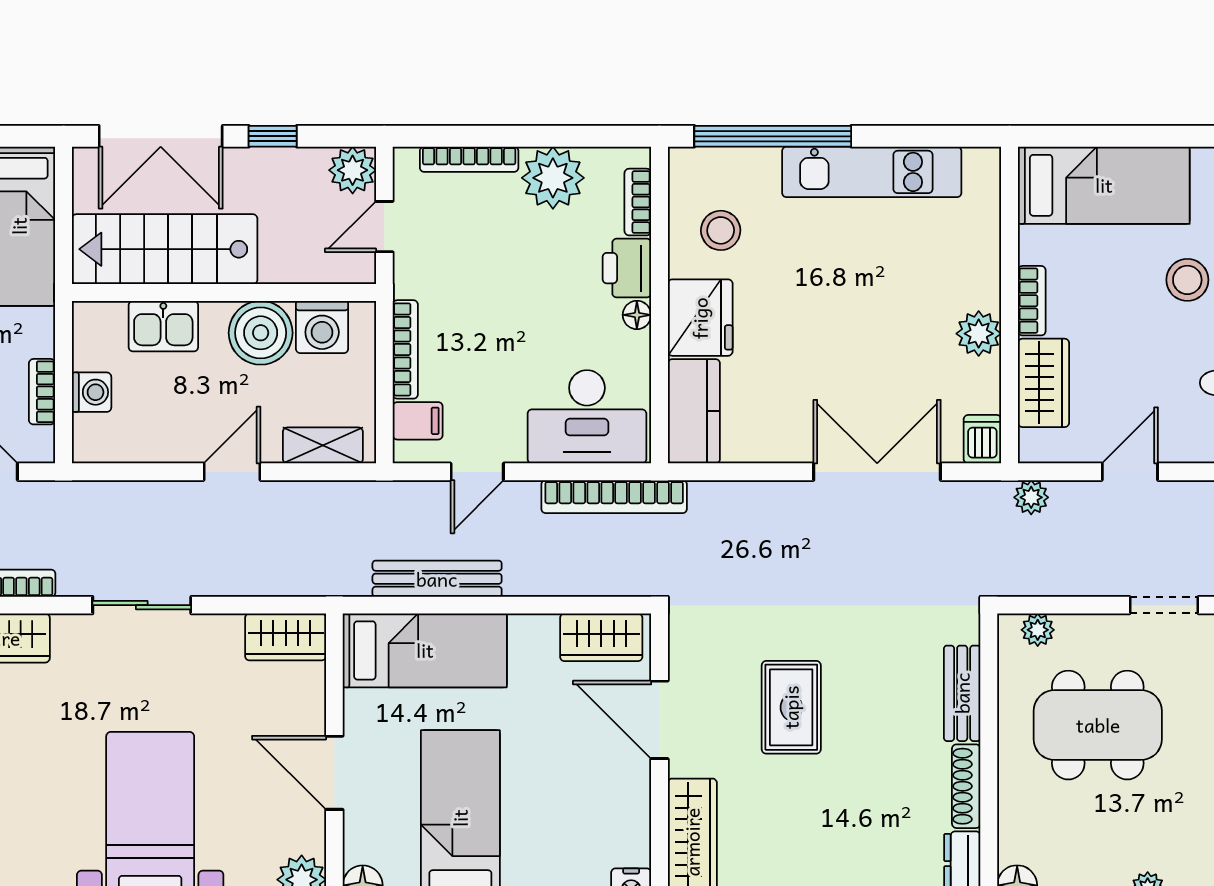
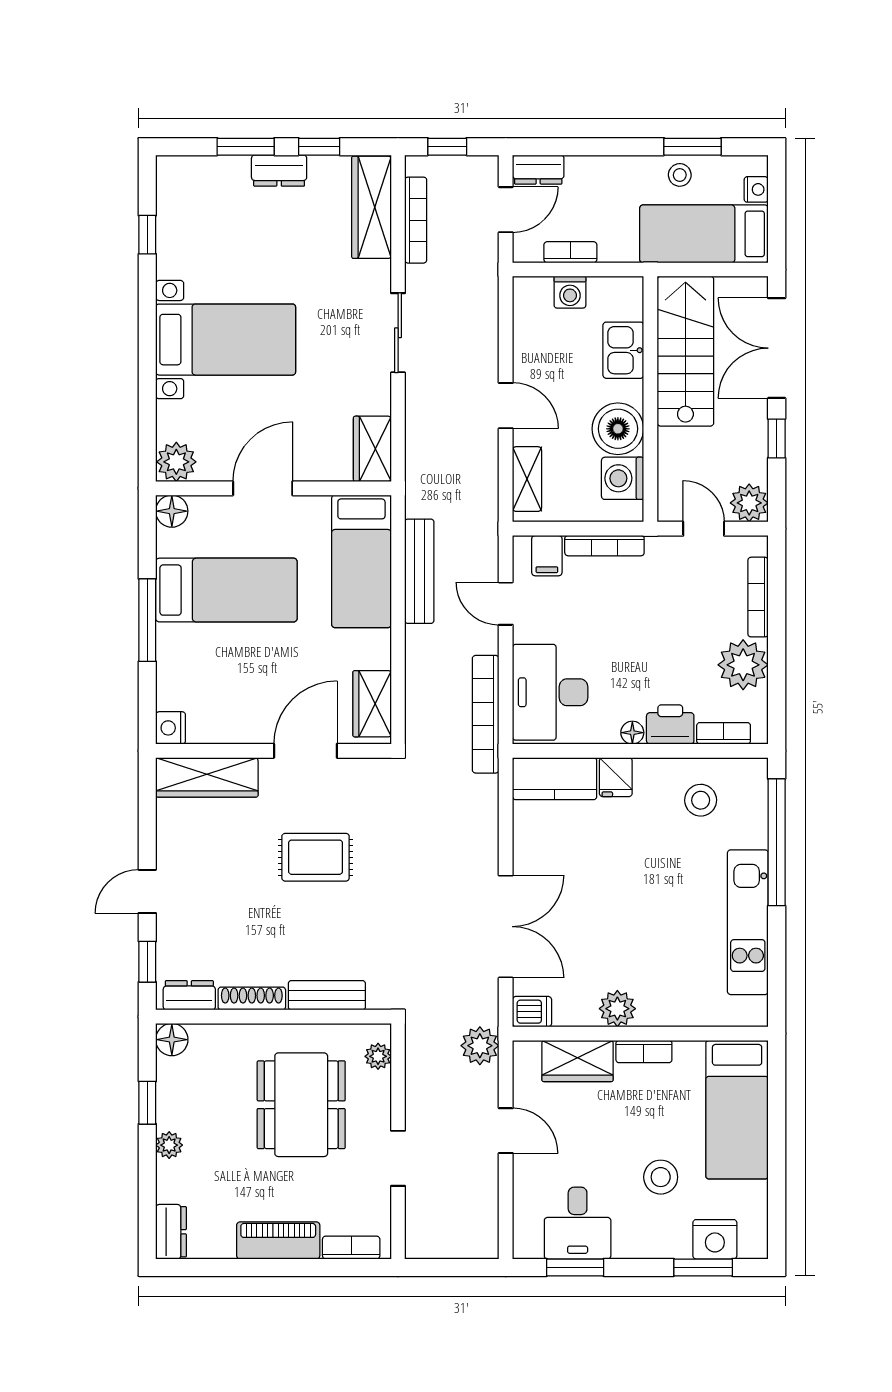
fridge: (700, 318) -> (616, 777), width x0.53, depth x0.75
plant: (1031, 497) -> (480, 1046), width x1.38, depth x1.38

